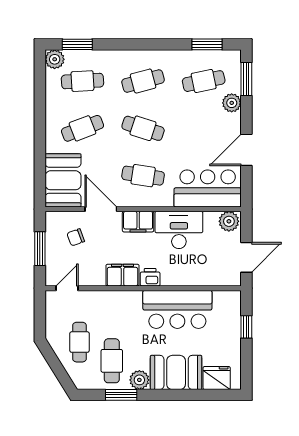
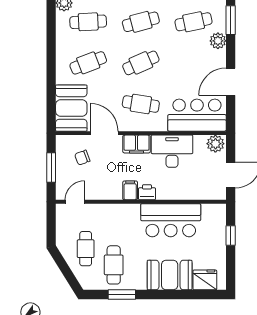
cafe table: (143, 128) -> (141, 63), turned -42
filing cabinet: (122, 275) -> (130, 190), width x0.50
plant: (139, 380) -> (138, 282), removed

